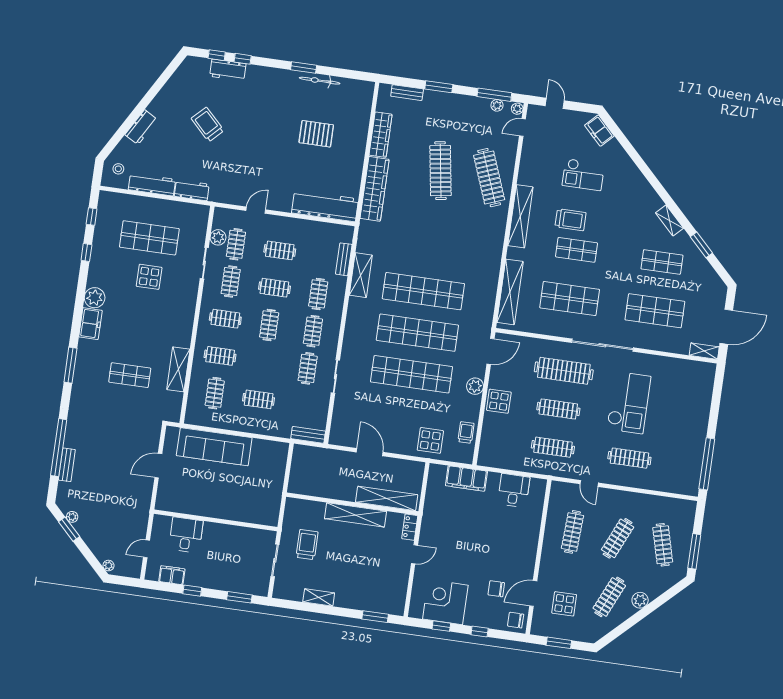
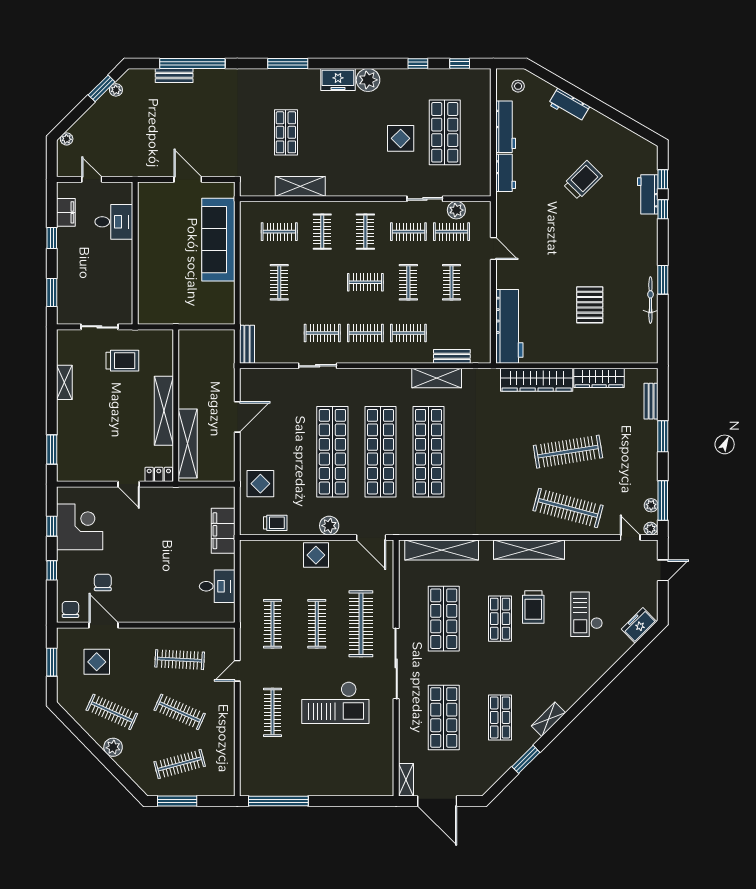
clothes rail: (489, 178) -> (568, 508), turned 36

